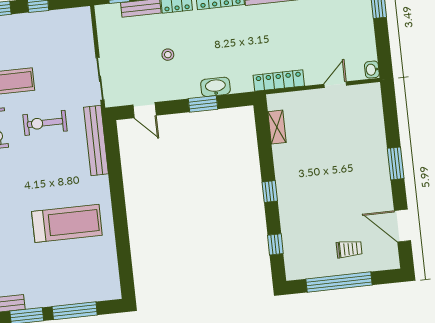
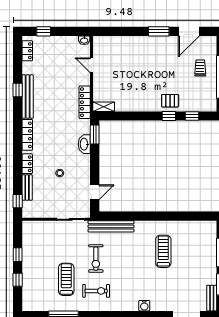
window: (203, 104) -> (95, 134), moved
shelving: (277, 127) -> (104, 107), moved
window: (396, 163) -> (159, 31), moved
window: (270, 192) -> (169, 116), moved
pallet: (295, 209) -> (170, 101), added
treadmill: (67, 223) -> (163, 251), width x0.73, depth x0.73

